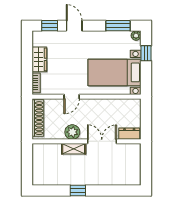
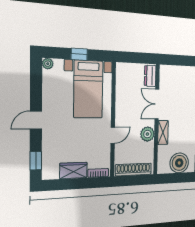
door: (74, 26) -> (36, 120), moved
window: (118, 26) -> (36, 84), removed
window: (146, 53) -> (79, 54), moved
door: (72, 97) -> (113, 135), hinge flipped
boiler: (42, 168) -> (179, 163), added

